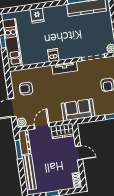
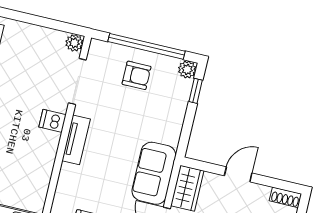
dishwasher: (53, 55) -> (53, 121), moved
sofa: (78, 110) -> (154, 173), moved

